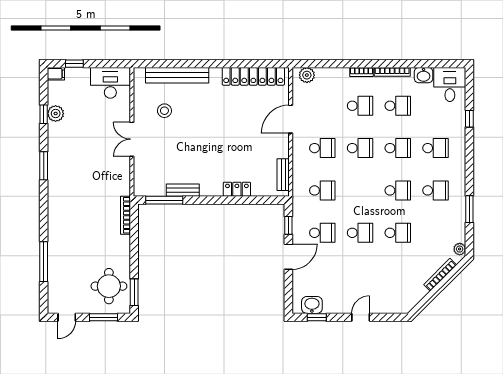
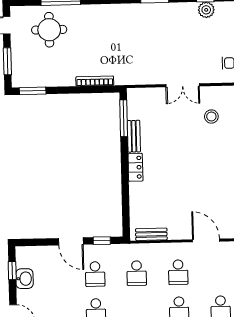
double door: (132, 139) -> (183, 85), swing flipped
locker: (237, 189) -> (135, 167), moved
bookcase: (126, 215) -> (95, 81), moved
round table: (109, 286) -> (49, 30), moved
washbasin: (312, 305) -> (24, 279), moved

